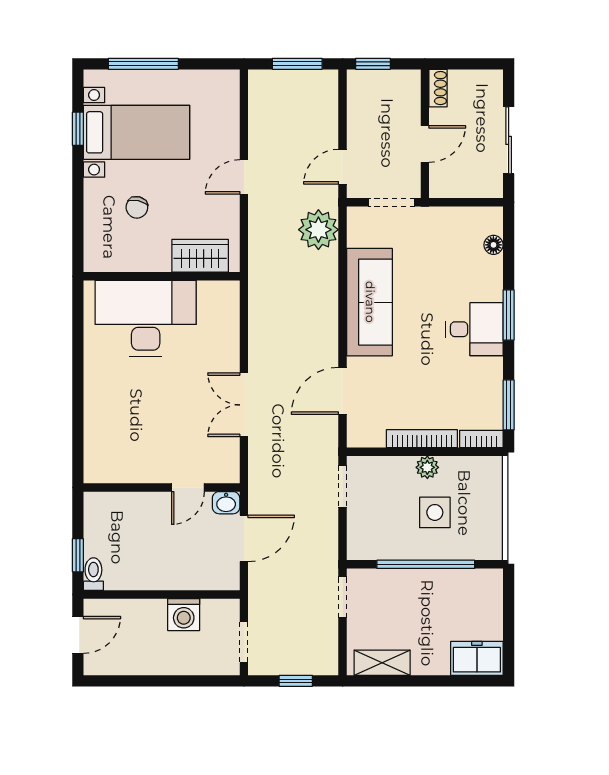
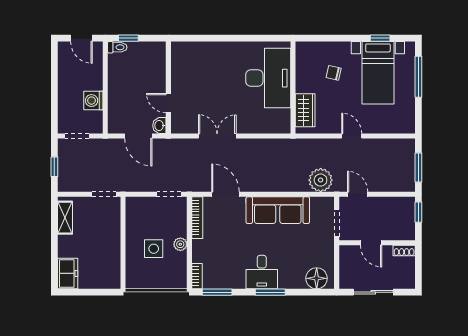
floor lamp: (493, 245) -> (317, 278), width x1.89, depth x1.89
bookcase: (422, 439) -> (197, 218), moved
window: (426, 564) -> (123, 243), removed

